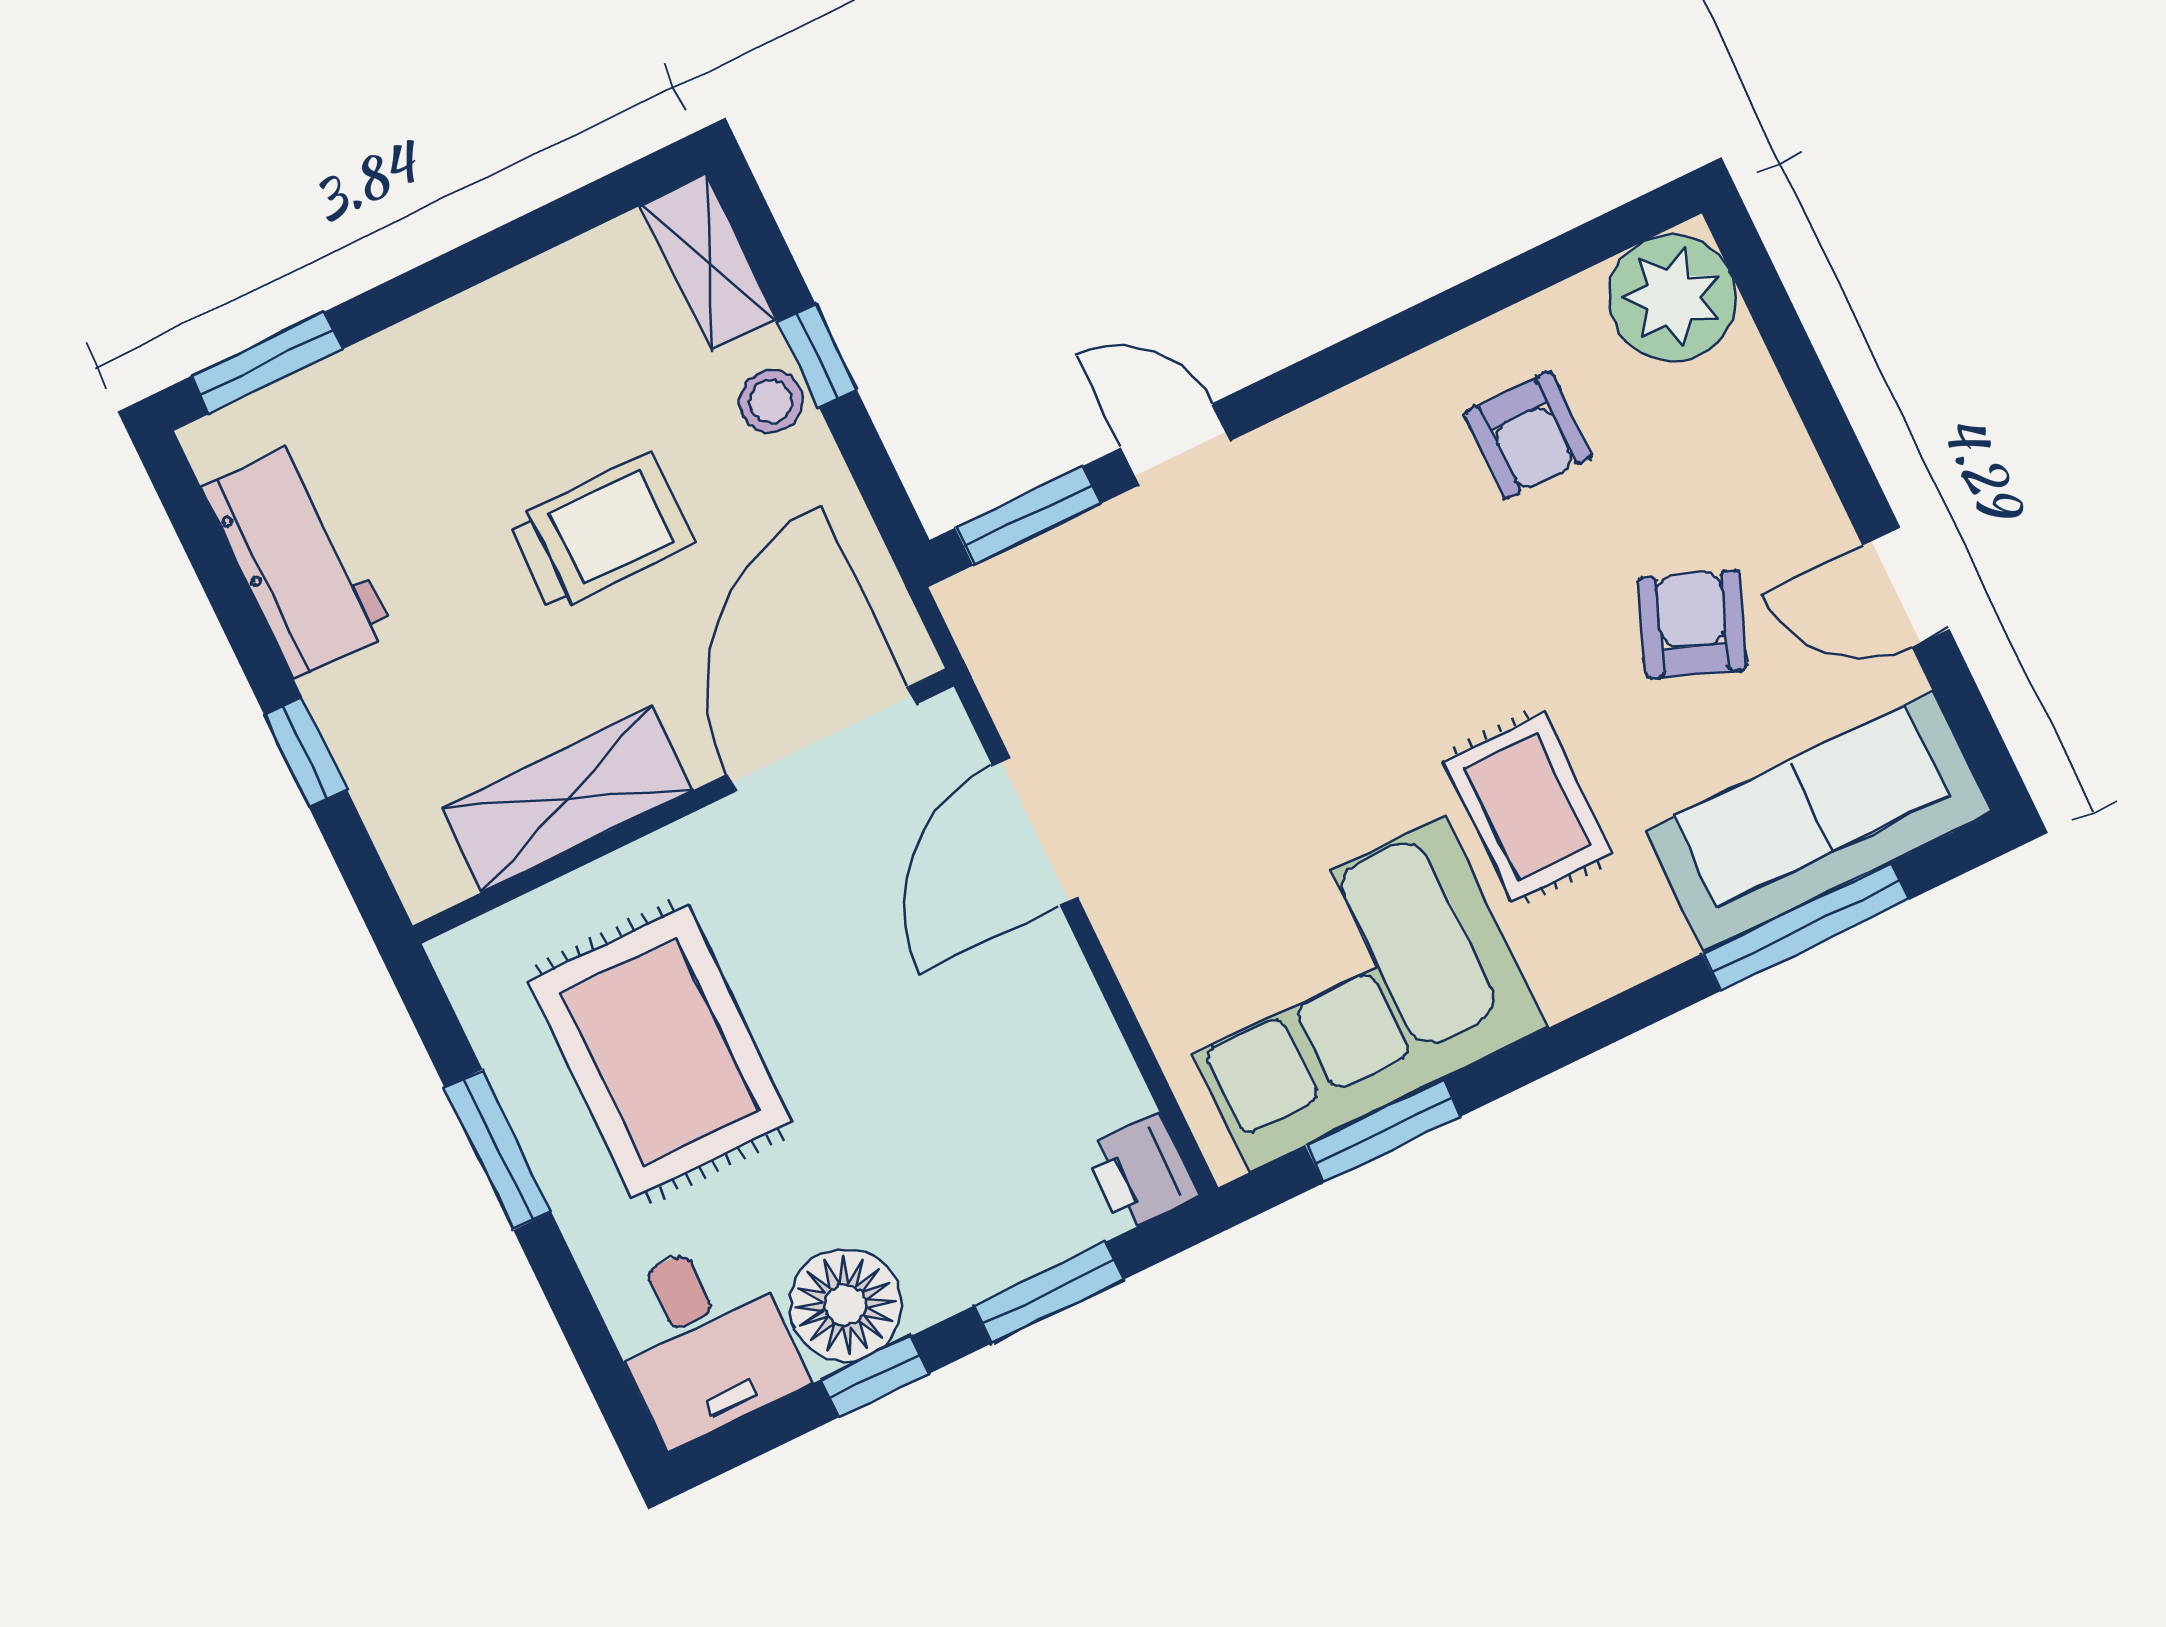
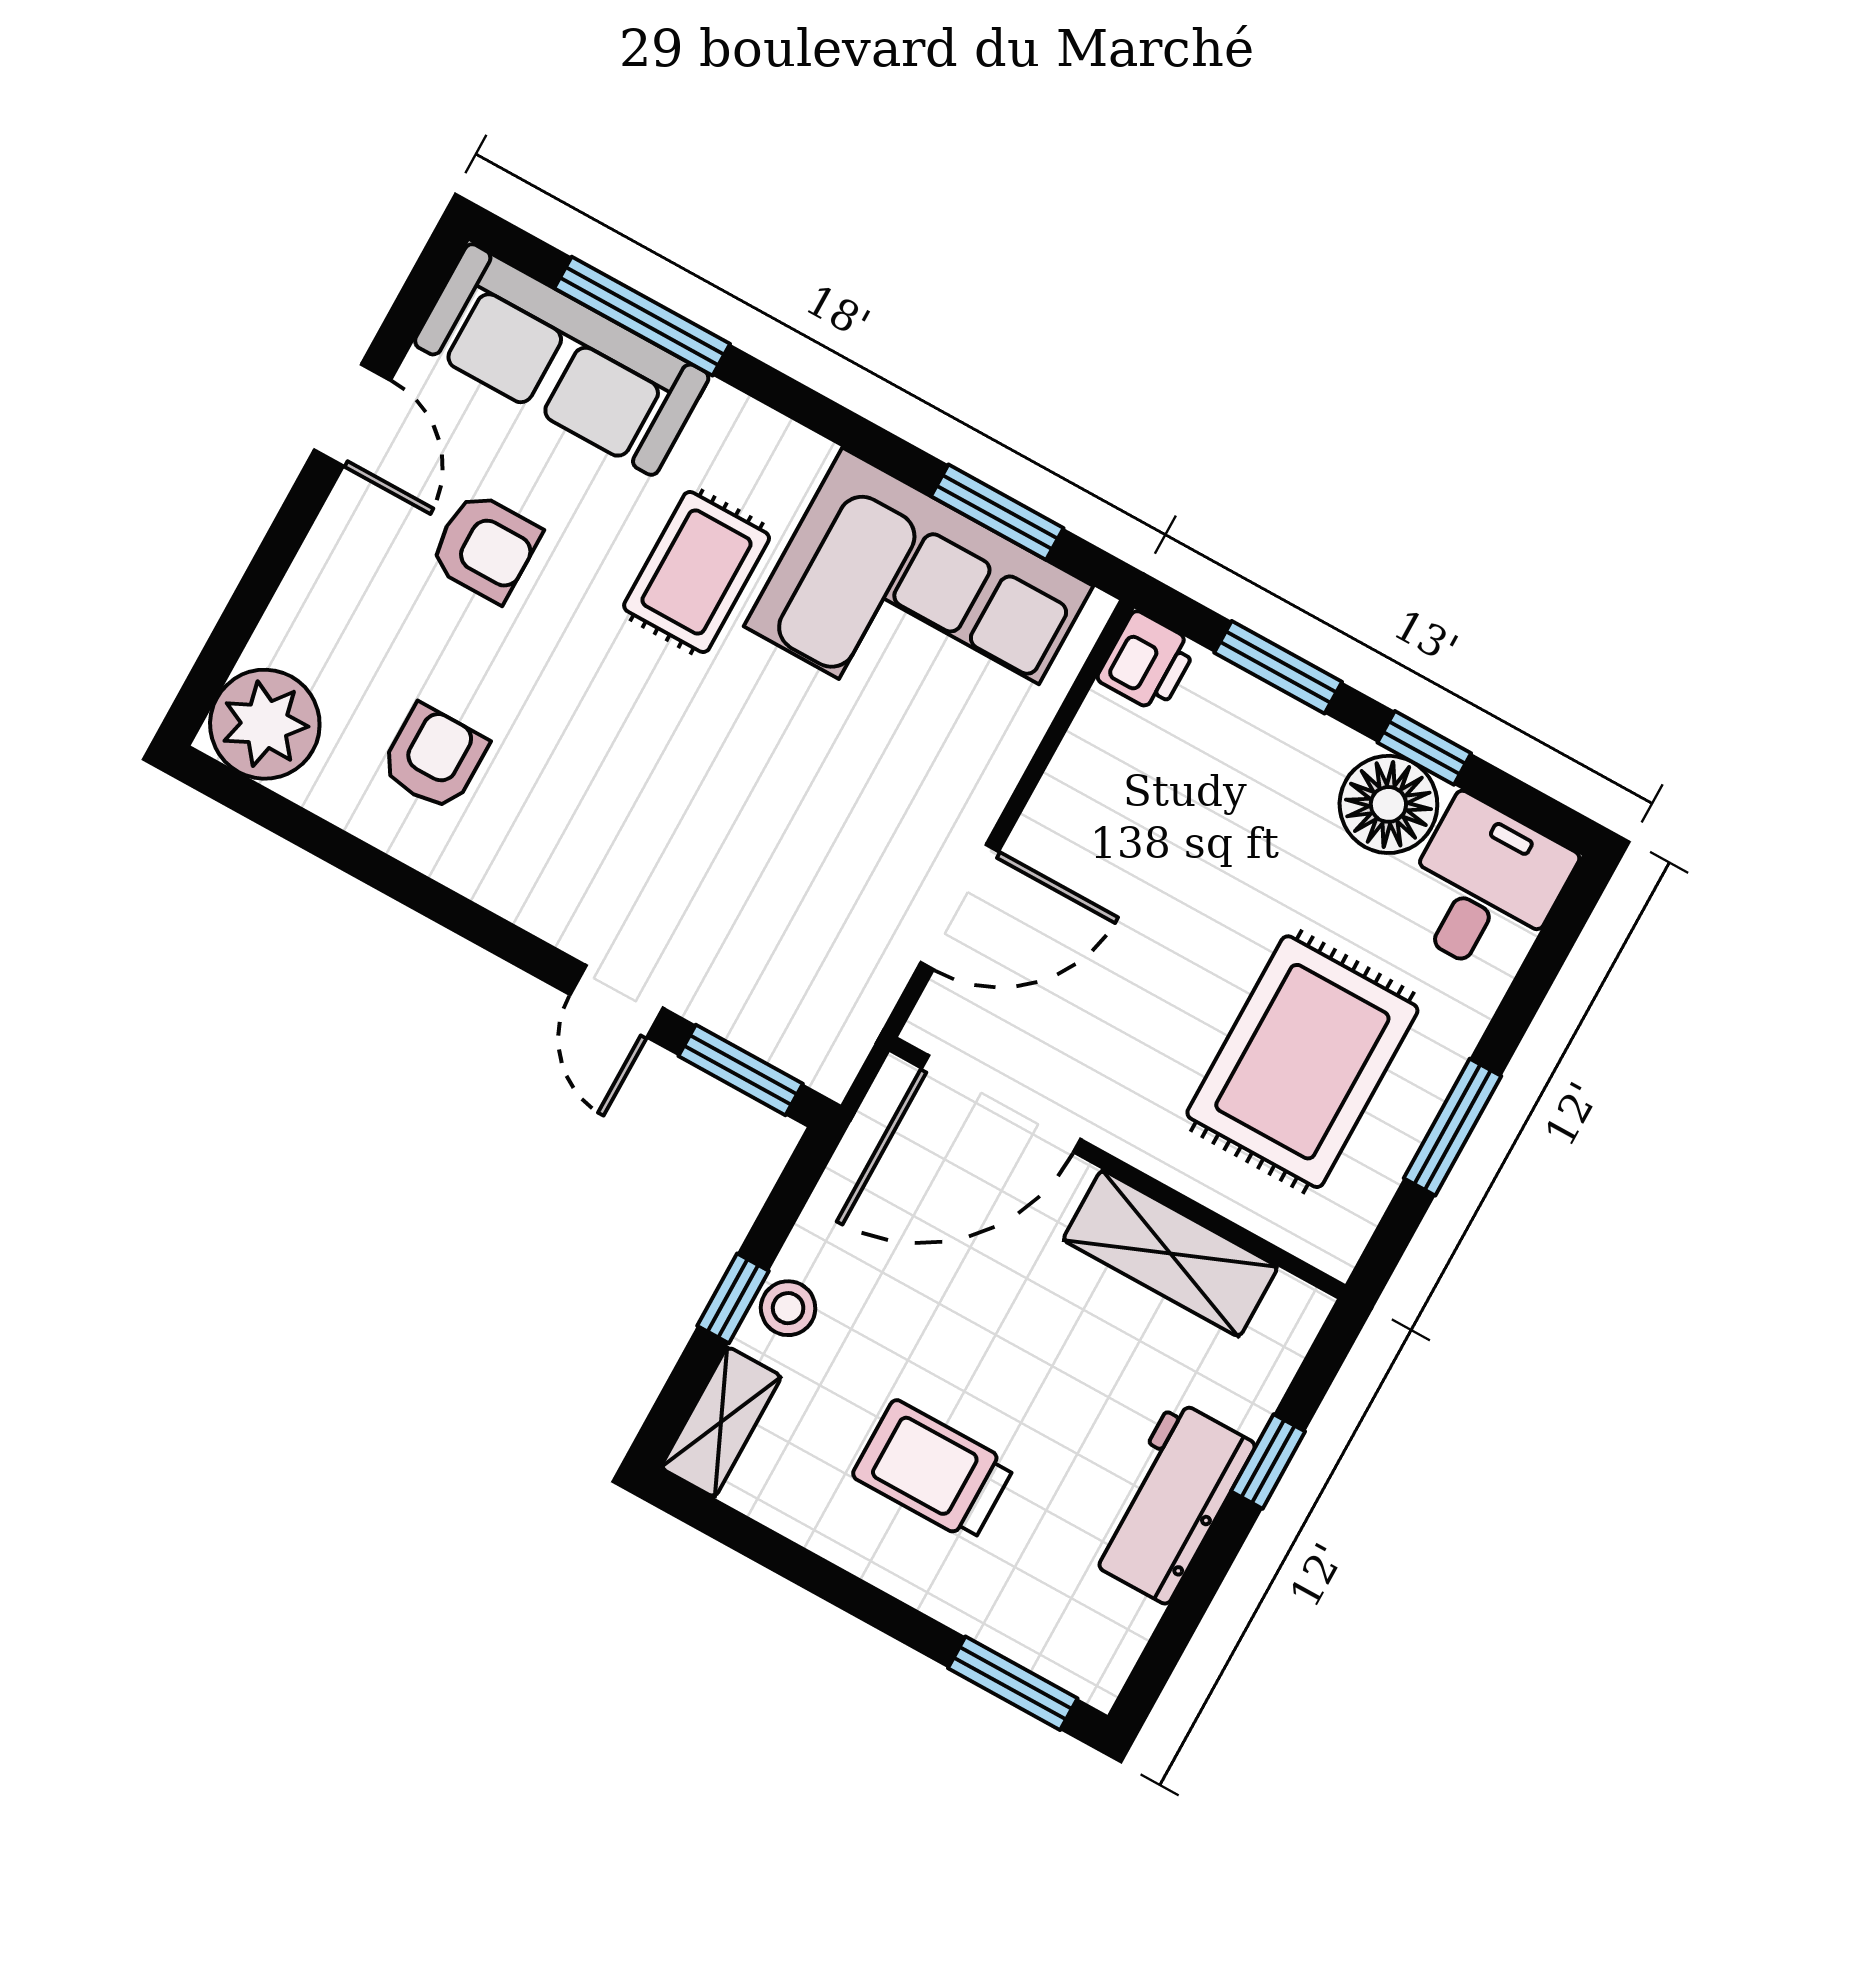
trolley: (602, 532) -> (933, 1471), moved
workbench: (298, 560) -> (1170, 1502), moved
armchair: (1692, 624) -> (485, 547), turned -111

